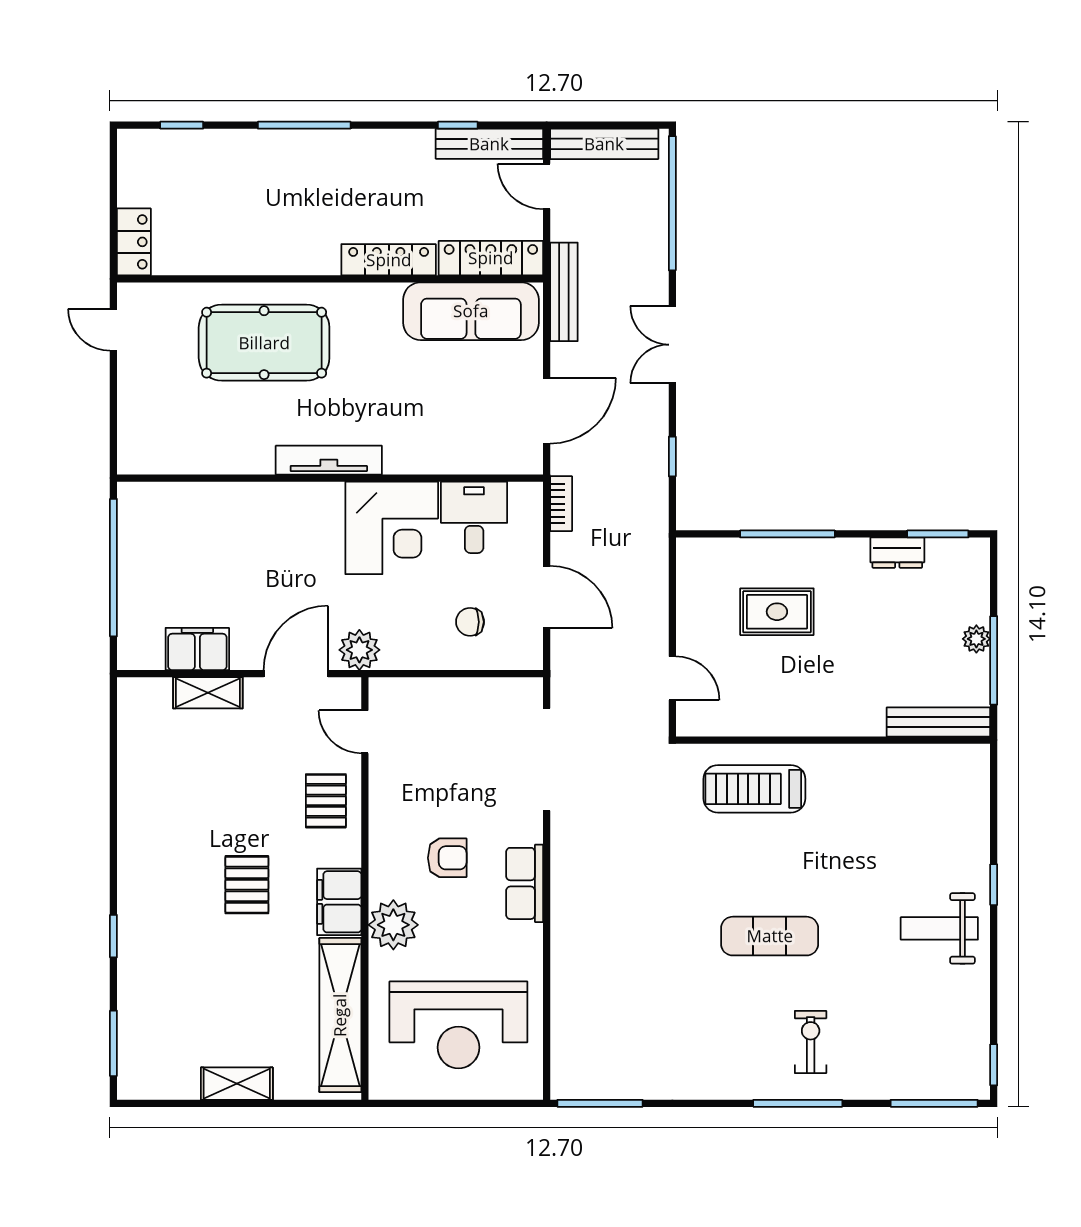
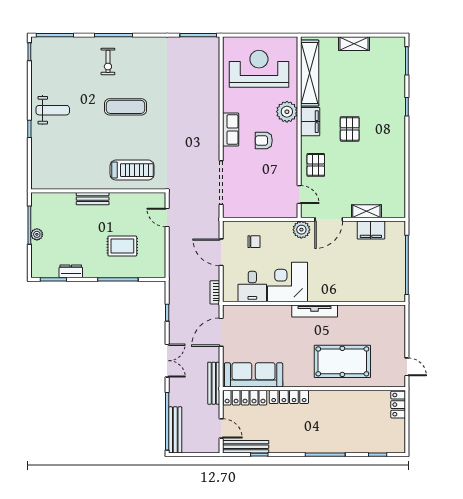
bench: (604, 144) -> (175, 430), moved, turned 90
bench: (938, 722) -> (93, 199), moved, width x0.73

